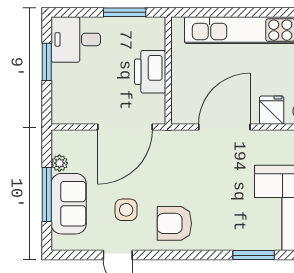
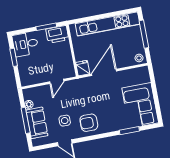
printer: (150, 72) -> (57, 34), moved, turned -90
fridge: (272, 110) -> (83, 68), moved
door: (125, 127) -> (57, 81), width x0.53

